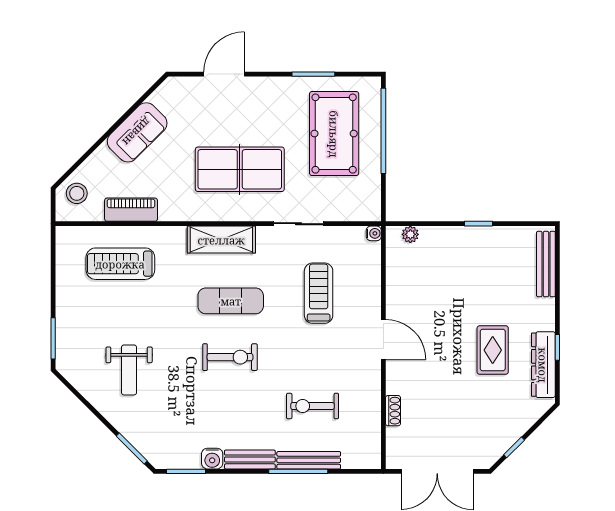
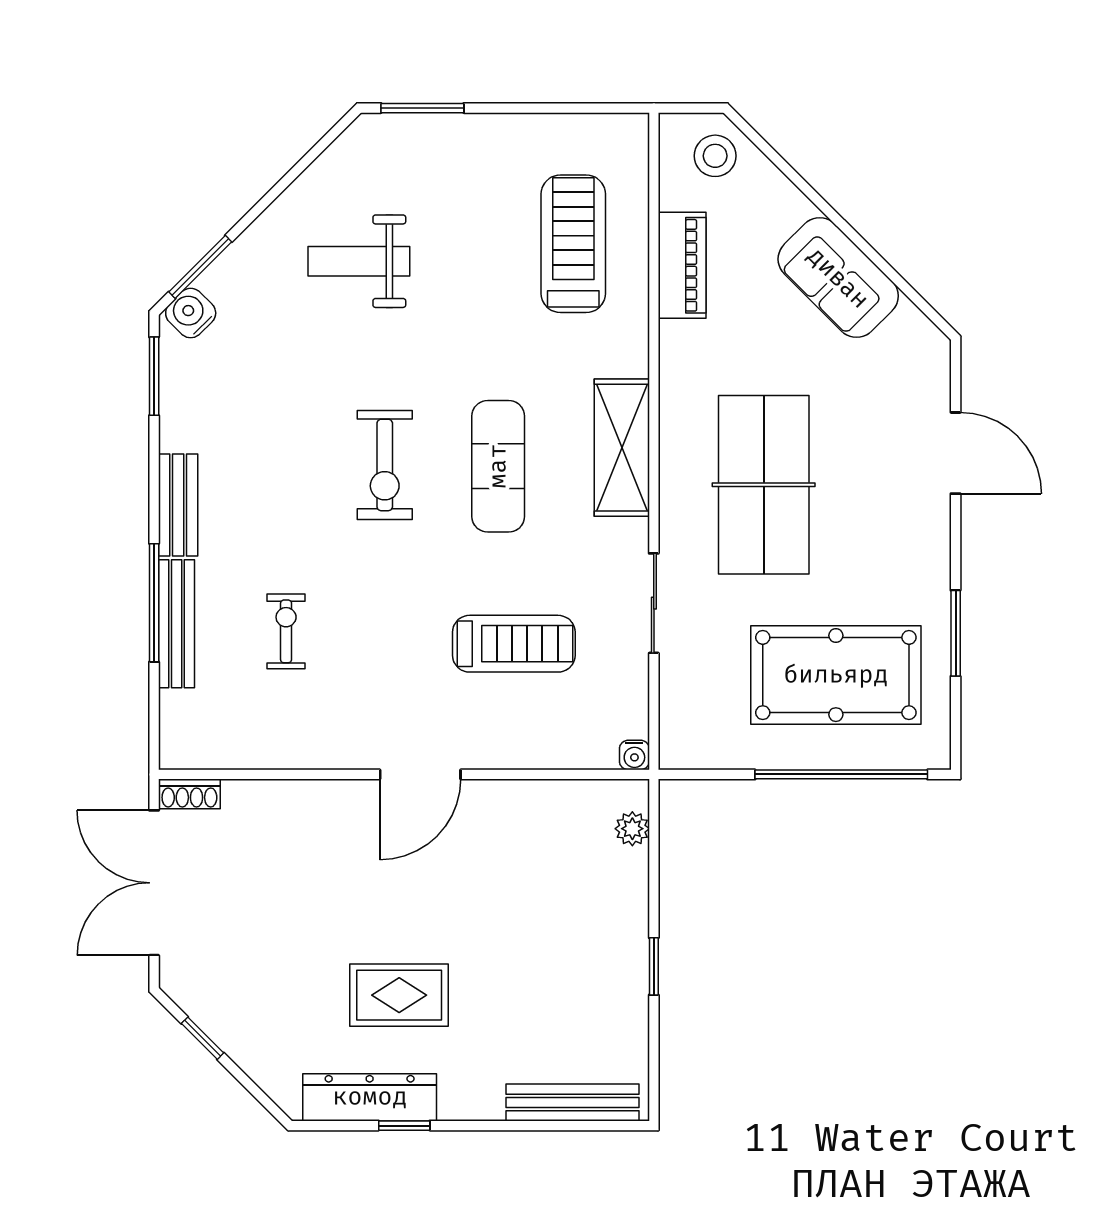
exercise bike: (312, 406) -> (286, 631), width x0.73, depth x0.72
shoe rack: (393, 411) -> (189, 794), moved
water cooler: (212, 459) -> (191, 313), moved, turned 45

